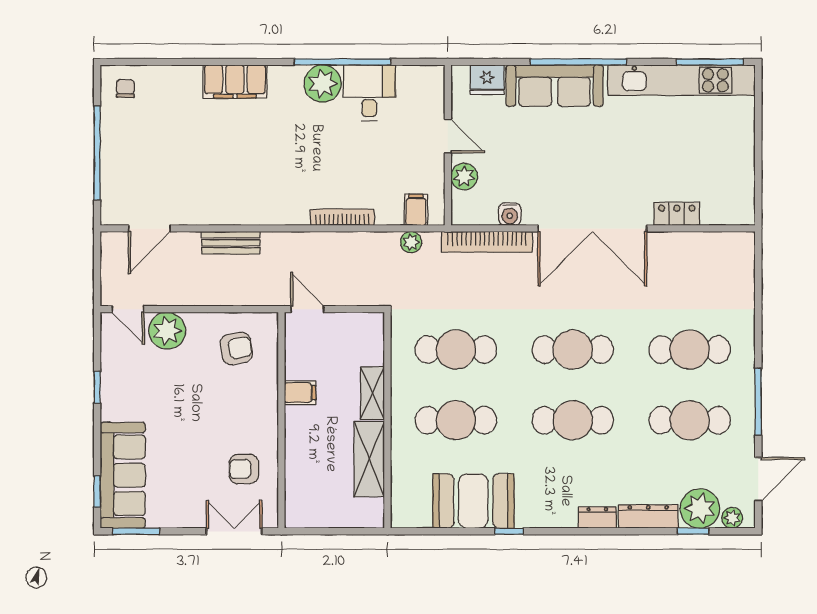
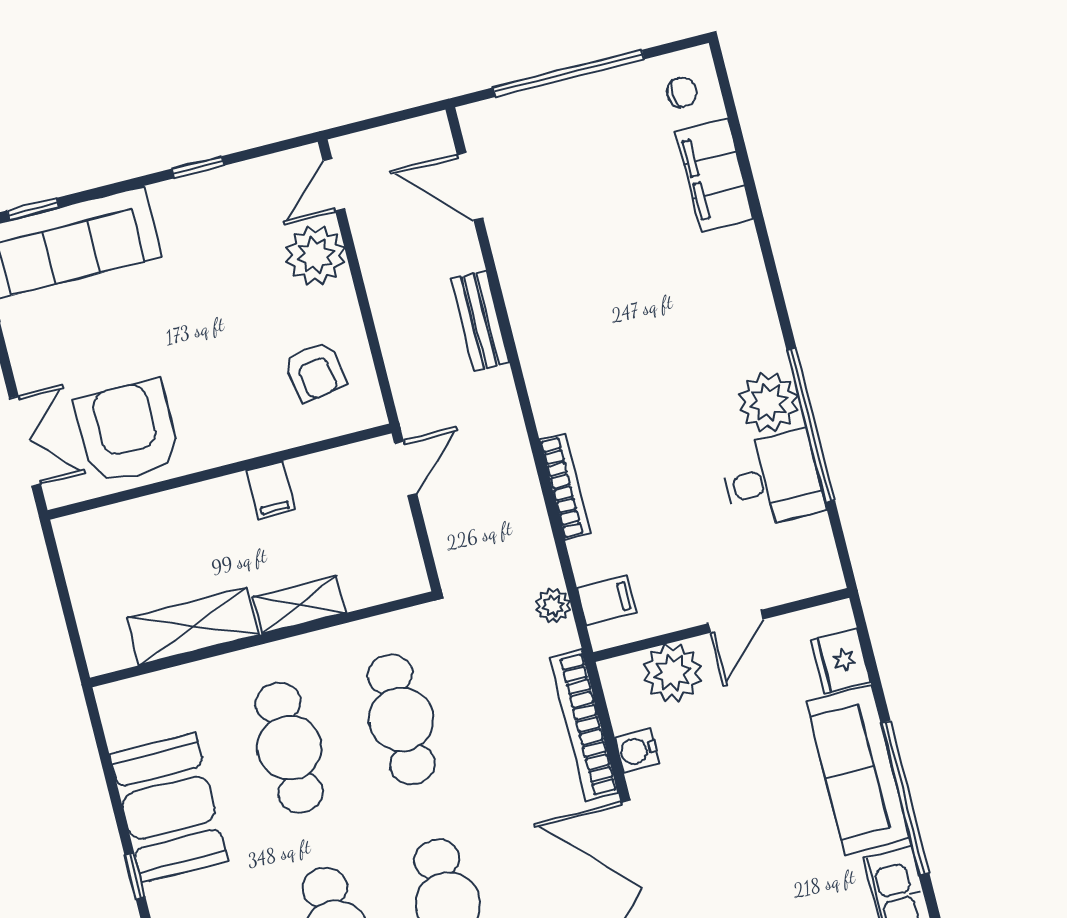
filing cabinet: (235, 82) -> (714, 175), moved
plant: (464, 177) -> (672, 673), width x1.36, depth x1.36
armchair: (244, 469) -> (127, 432), width x1.88, depth x1.88

